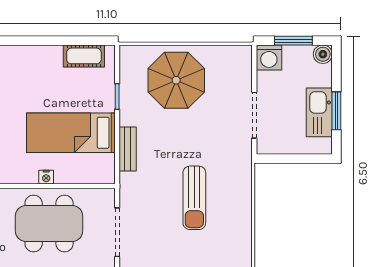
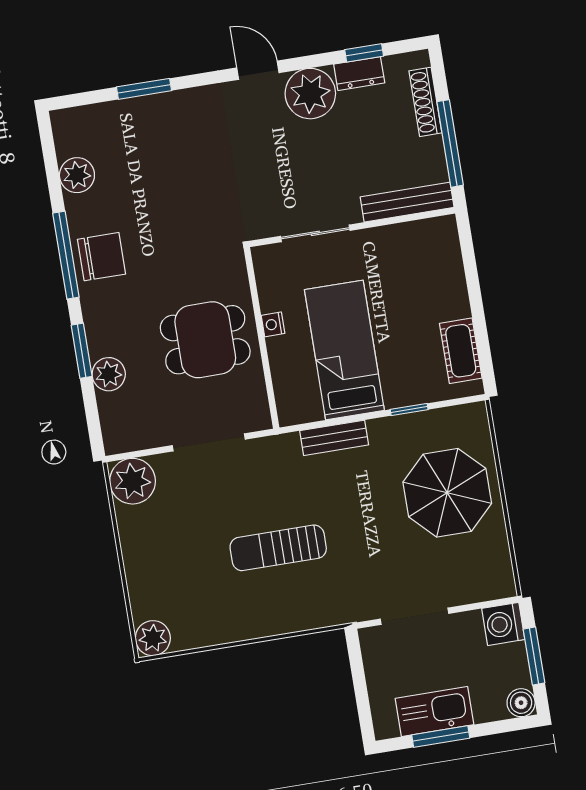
dining table: (49, 223) -> (205, 340), width x0.73

